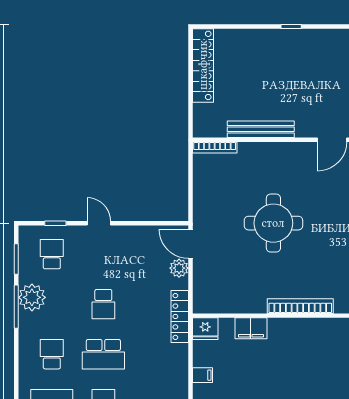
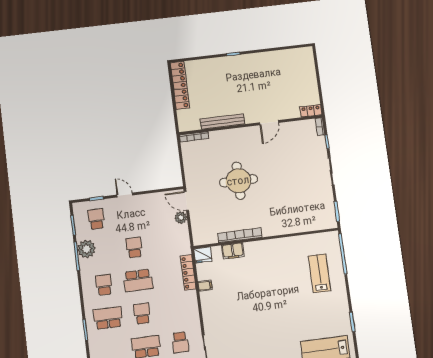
school desk: (103, 304) -> (134, 247), turned 180
bookcase: (300, 306) -> (240, 235), moved
locker: (180, 316) -> (188, 272), moved

